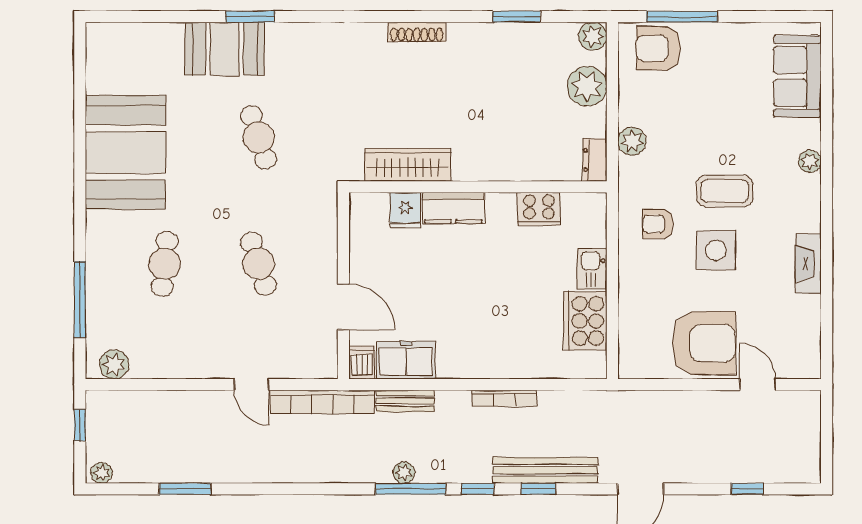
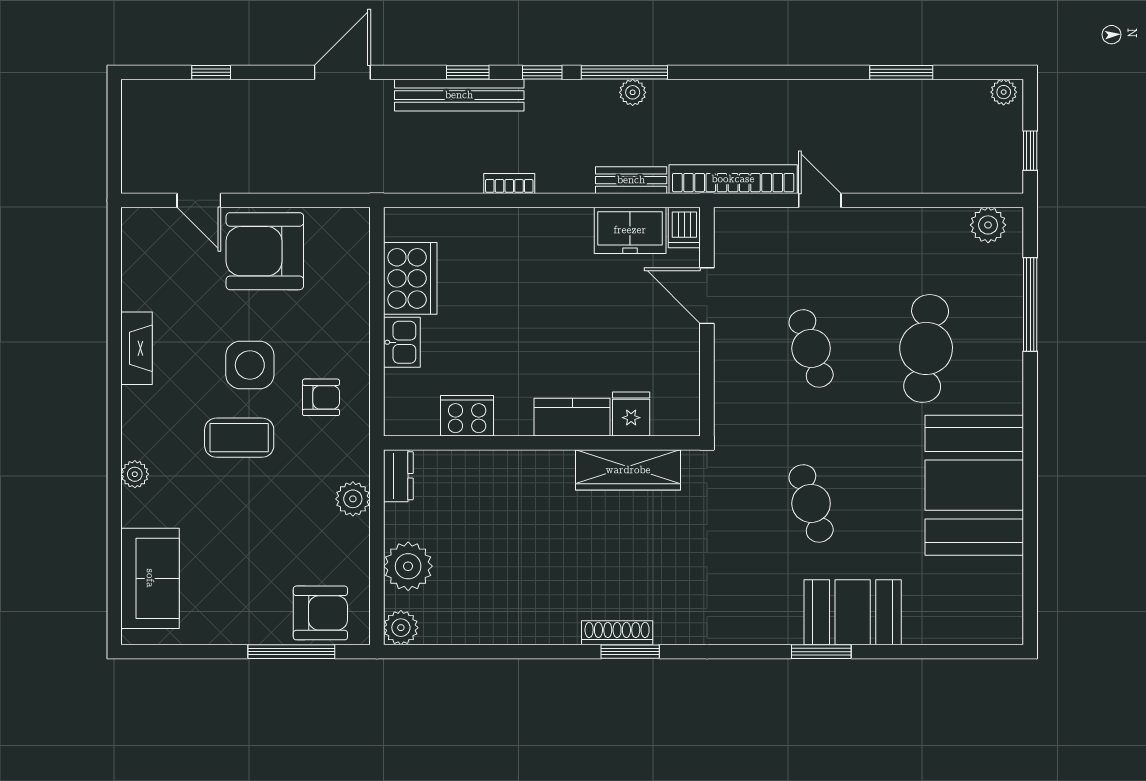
window: (517, 17) -> (630, 652), moved
cafe table: (165, 264) -> (926, 348), width x1.37, depth x1.35
bookcase: (505, 398) -> (509, 183), width x0.64

